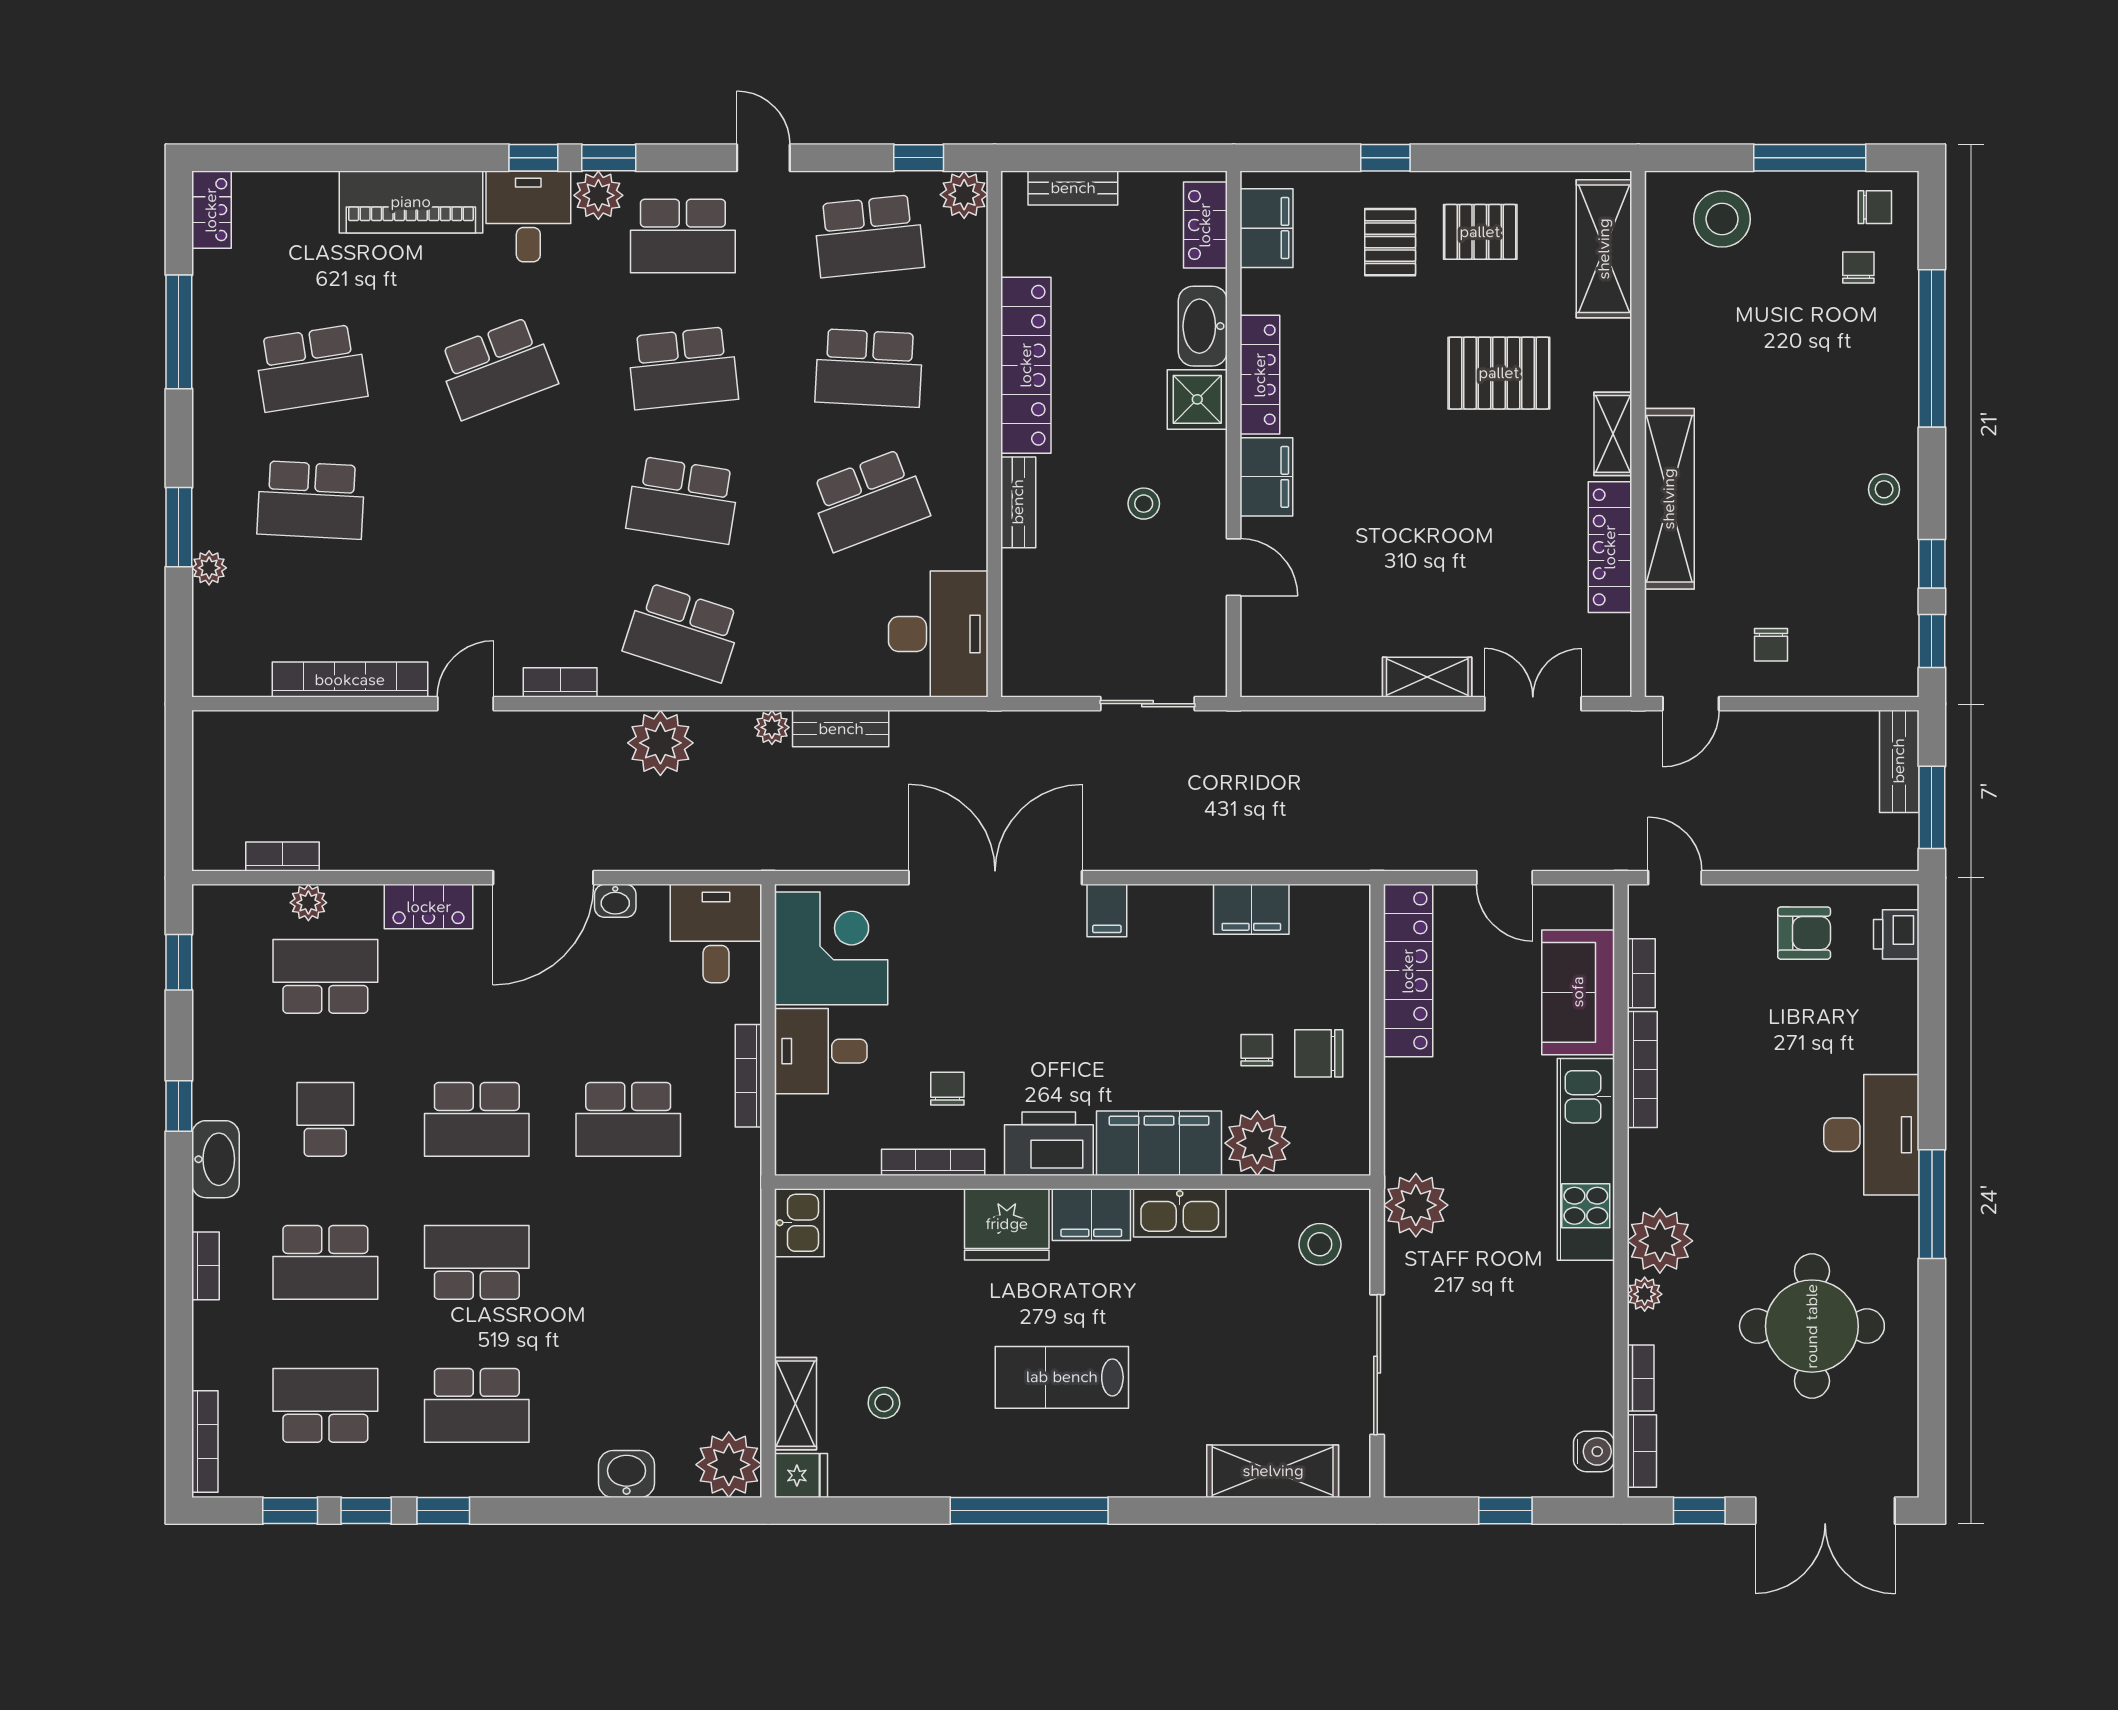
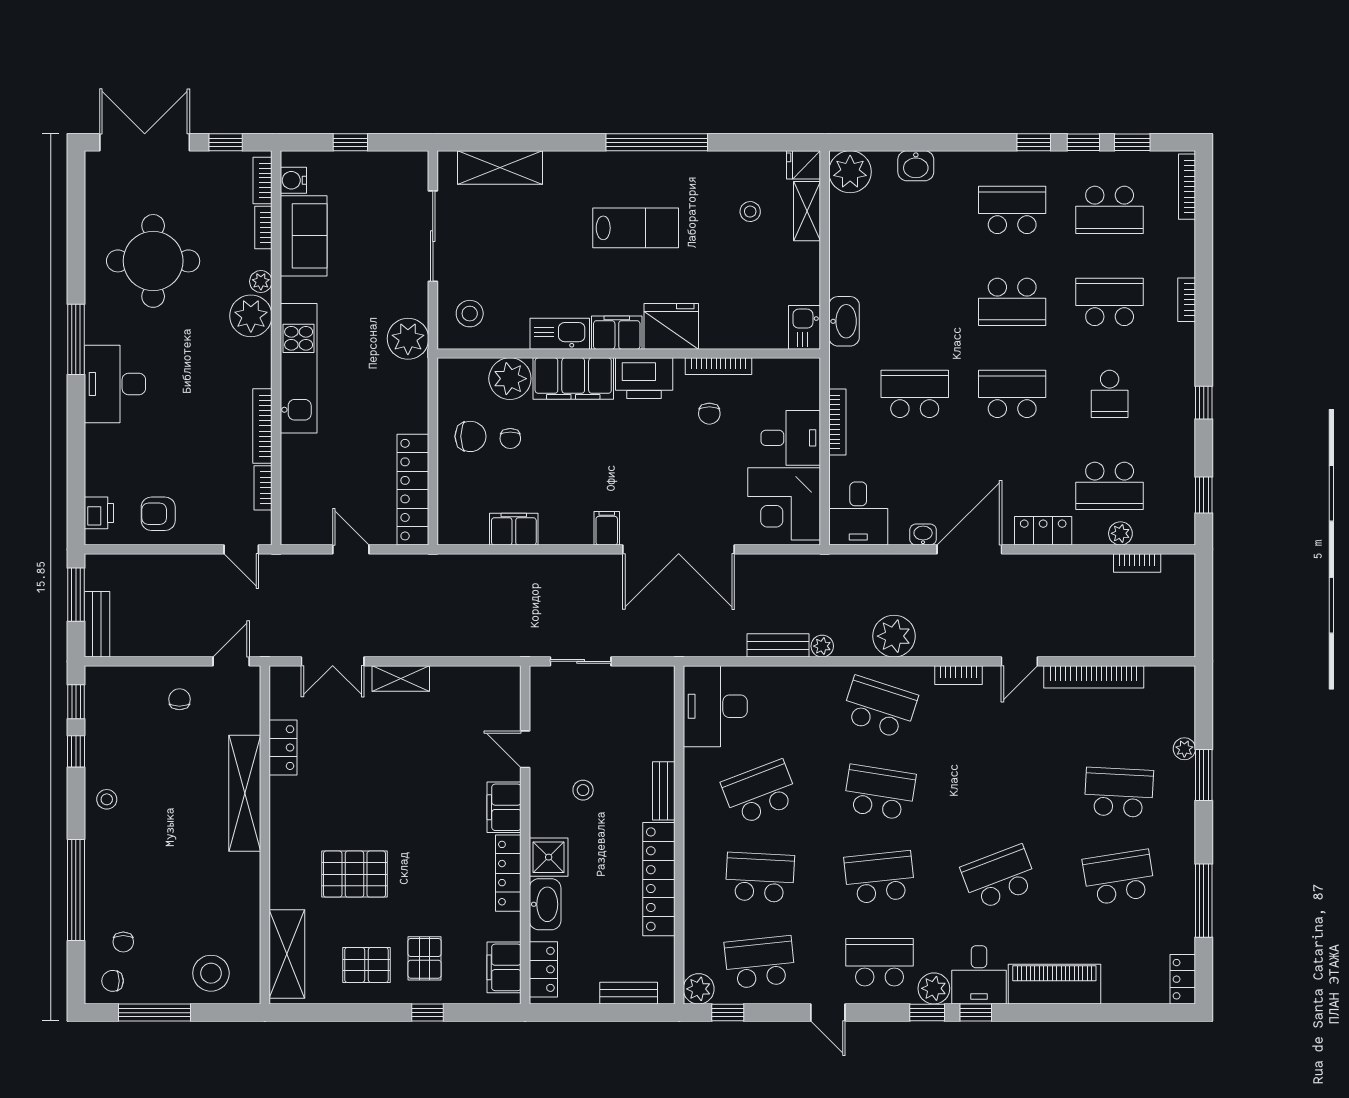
shelving: (1613, 434) -> (281, 835), removed
locker: (1610, 547) -> (283, 748), width x0.66
sofa: (1578, 992) -> (304, 236), moved
washbasin: (216, 1159) -> (844, 321), moved, turned 180

